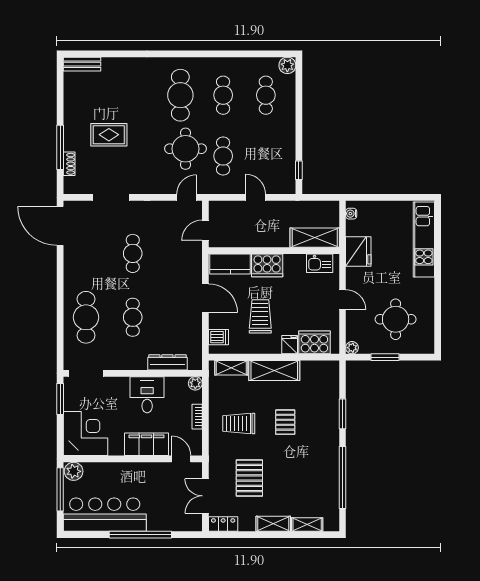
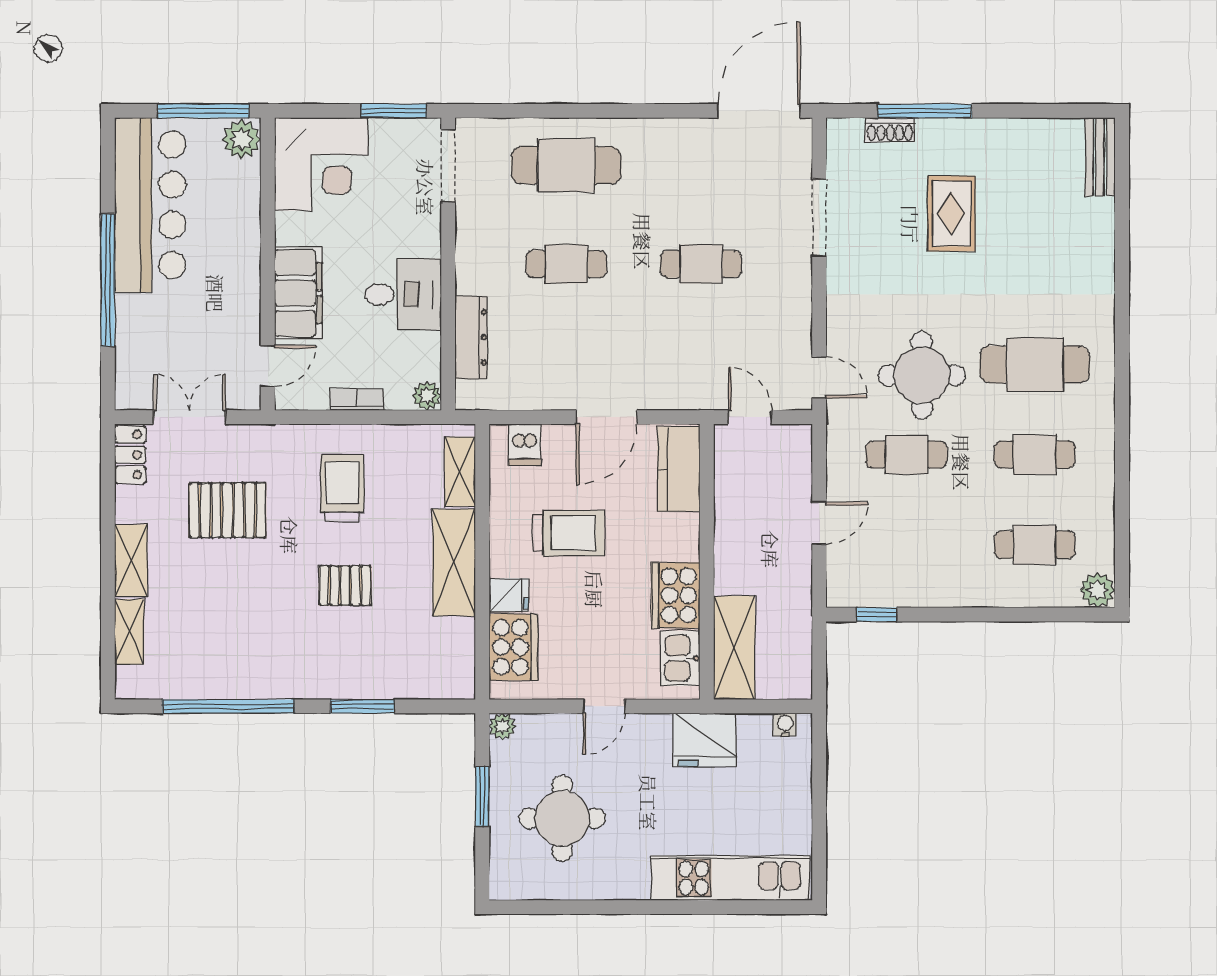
cooker: (267, 265) -> (676, 595), moved

